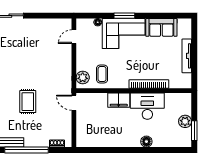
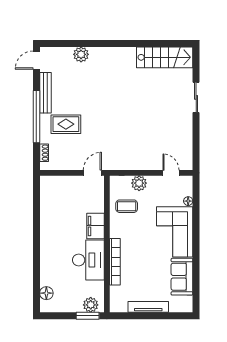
window: (124, 16) -> (196, 233), removed
plant: (83, 77) -> (139, 183), moved
rug: (28, 102) -> (66, 124), moved
plant: (185, 121) -> (91, 305), moved
window: (194, 131) -> (88, 316), moved
floor lamp: (146, 142) -> (46, 293), moved

